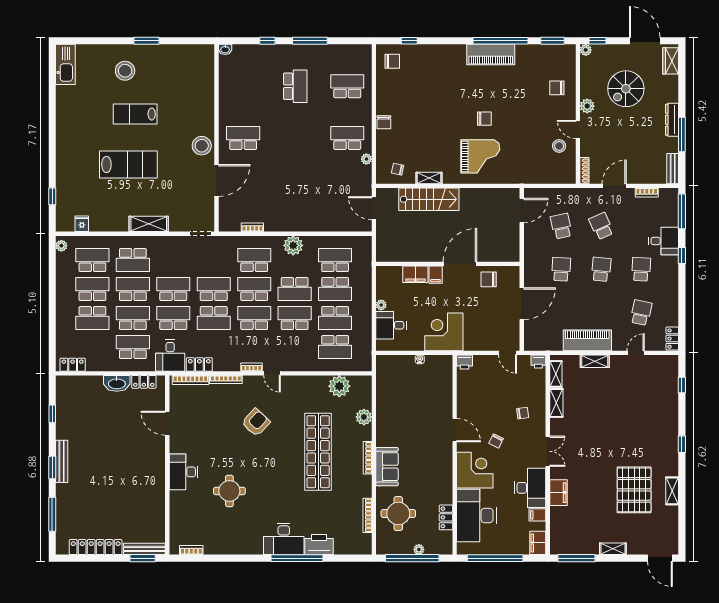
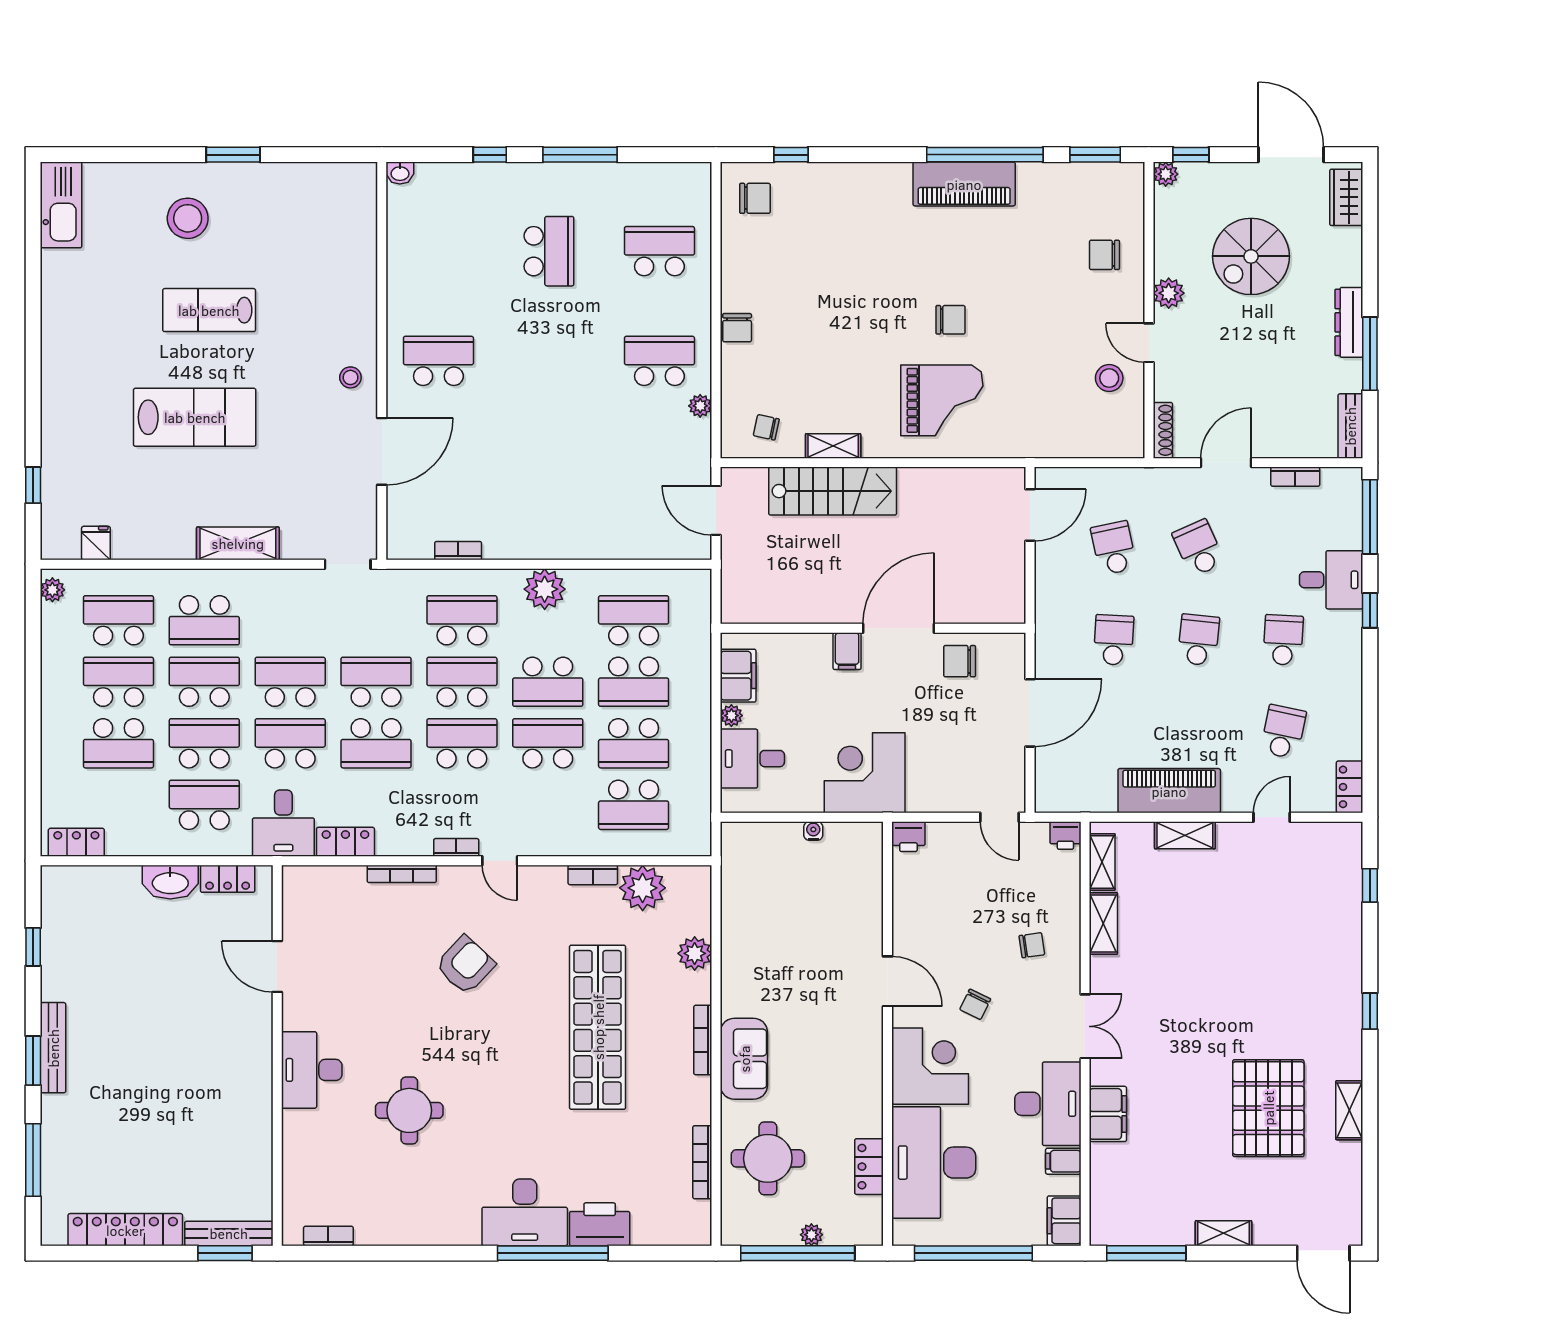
stool: (202, 146) -> (350, 377), width x0.53, depth x0.53
filing cabinet: (415, 274) -> (738, 676), moved, turned -90
bookcase: (190, 380) -> (593, 875), moved, width x0.64

